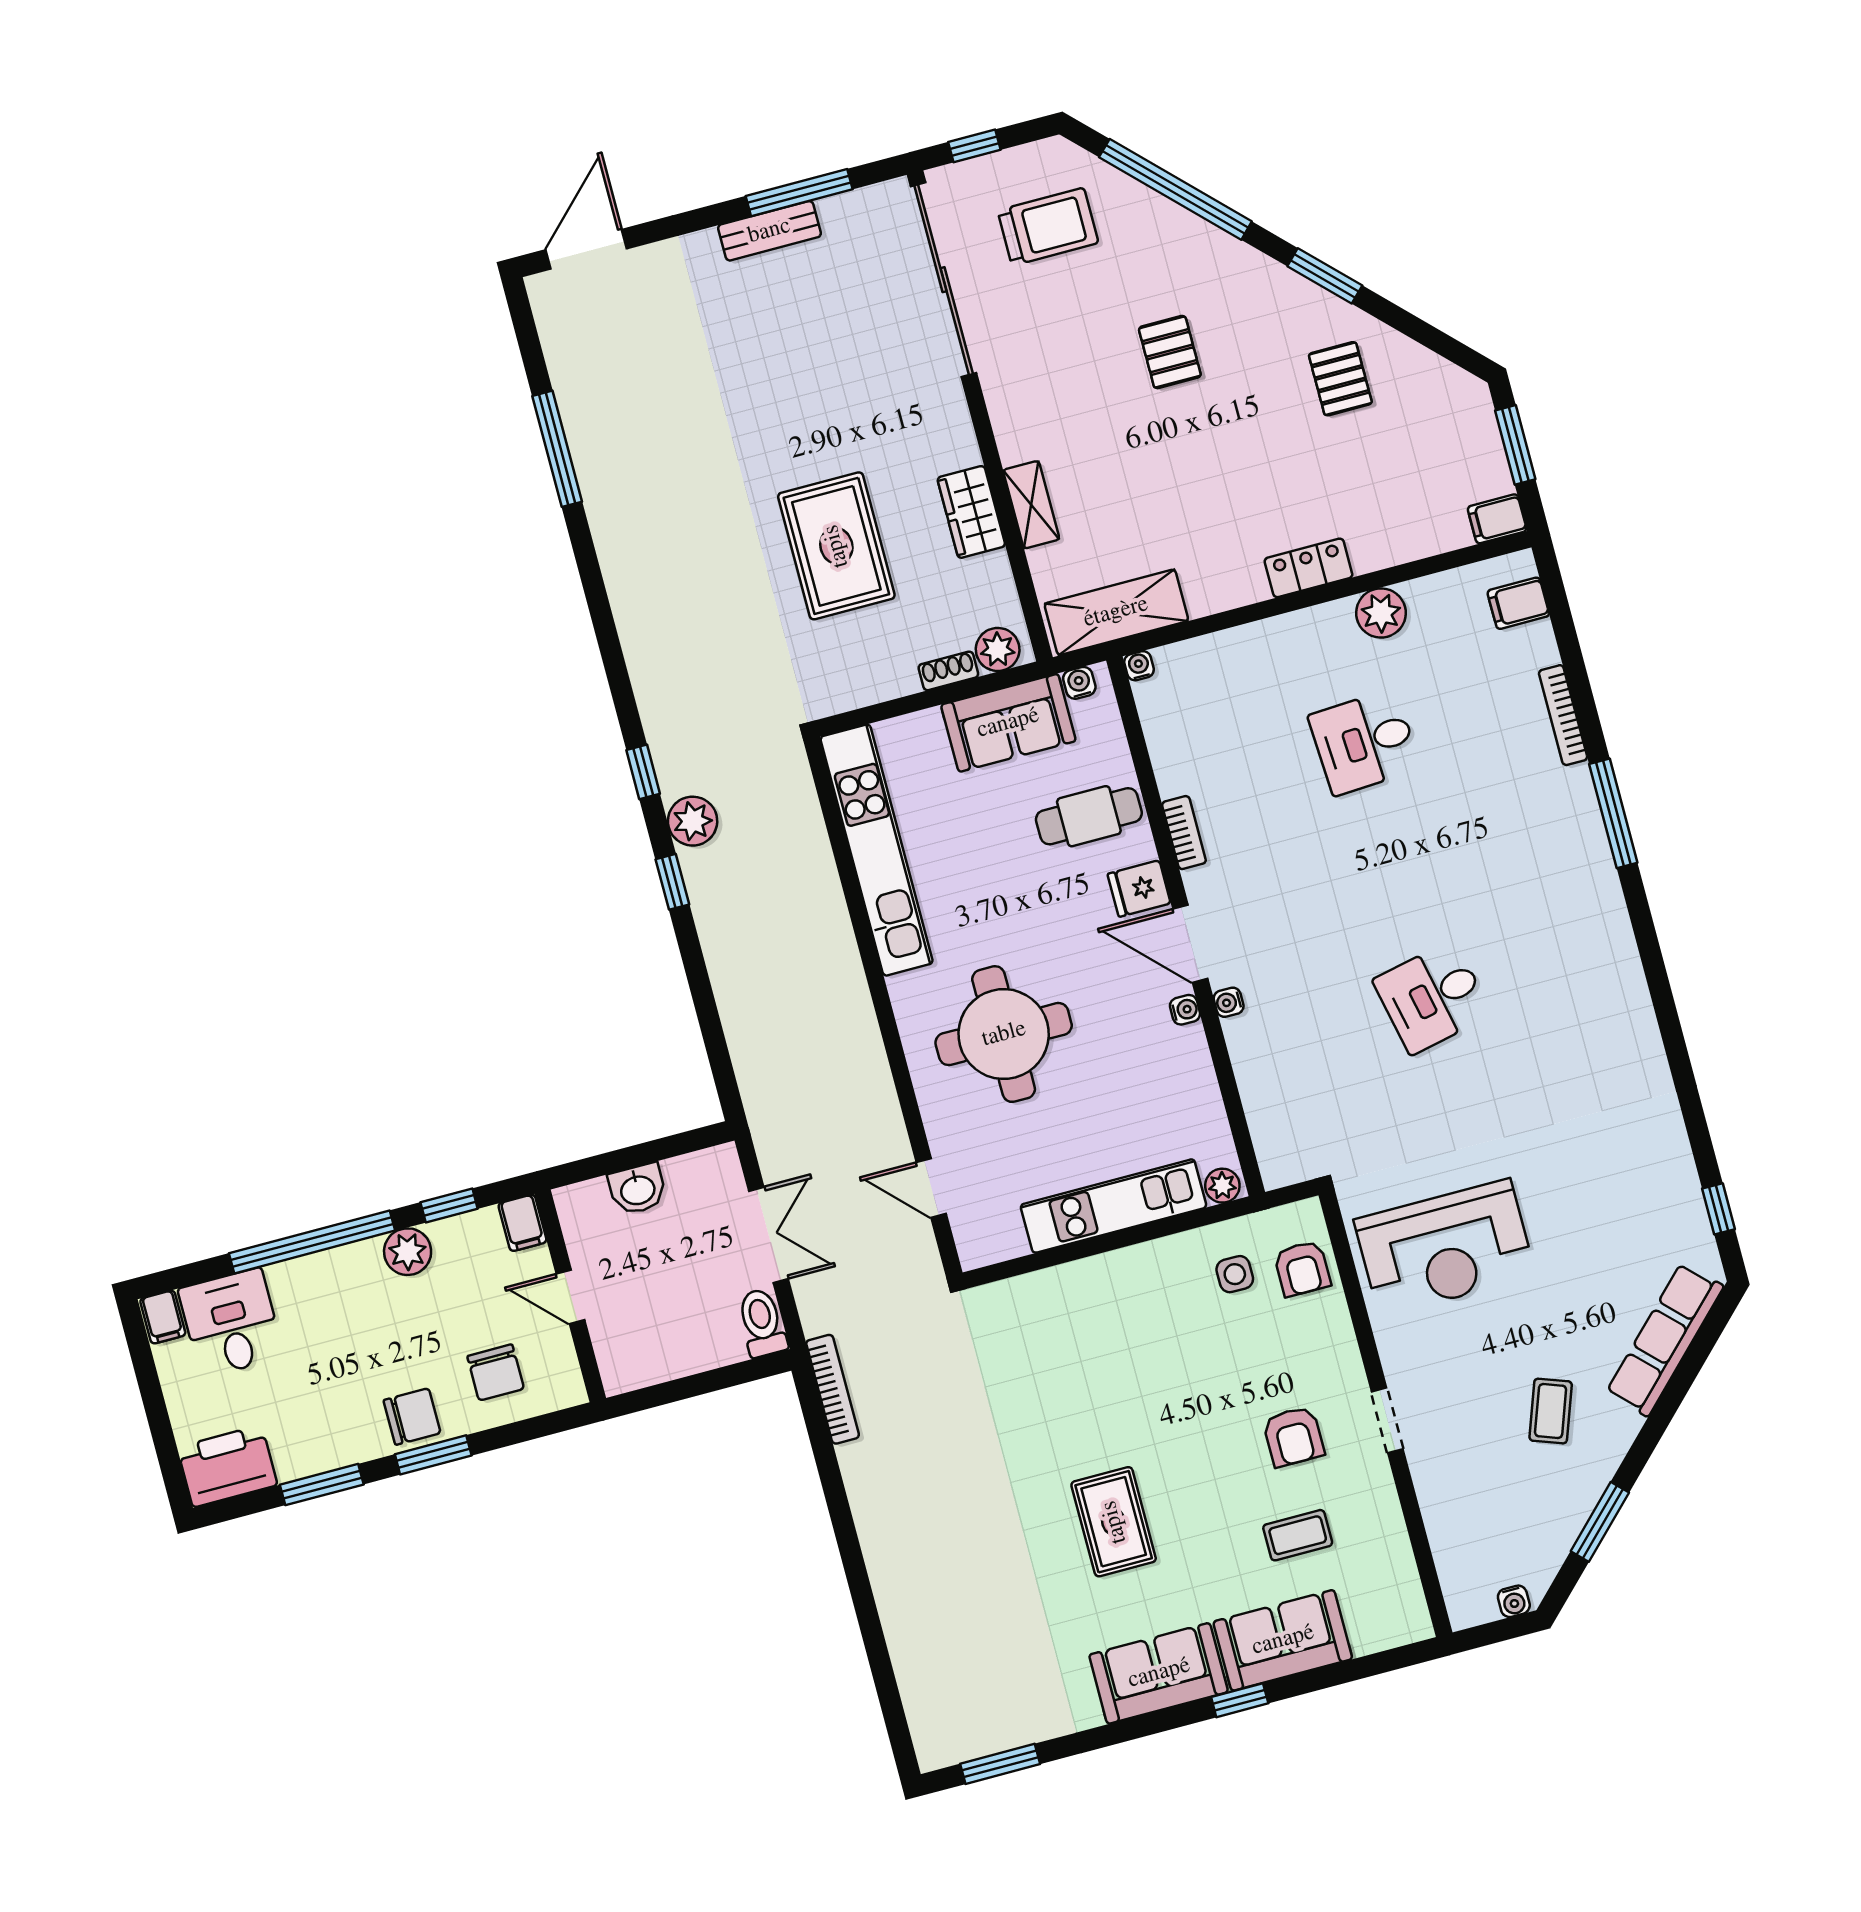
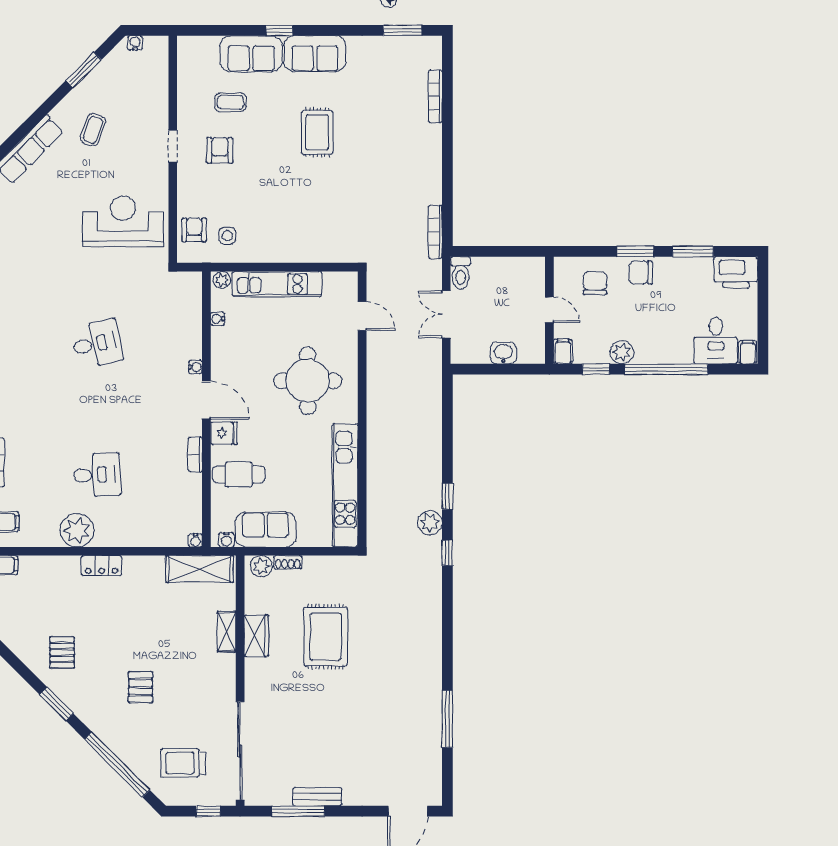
plant: (1381, 613) -> (77, 530), width x1.36, depth x1.36
water cooler: (1185, 1010) -> (217, 319), moved
bookcase: (903, 1653) -> (435, 96), added

